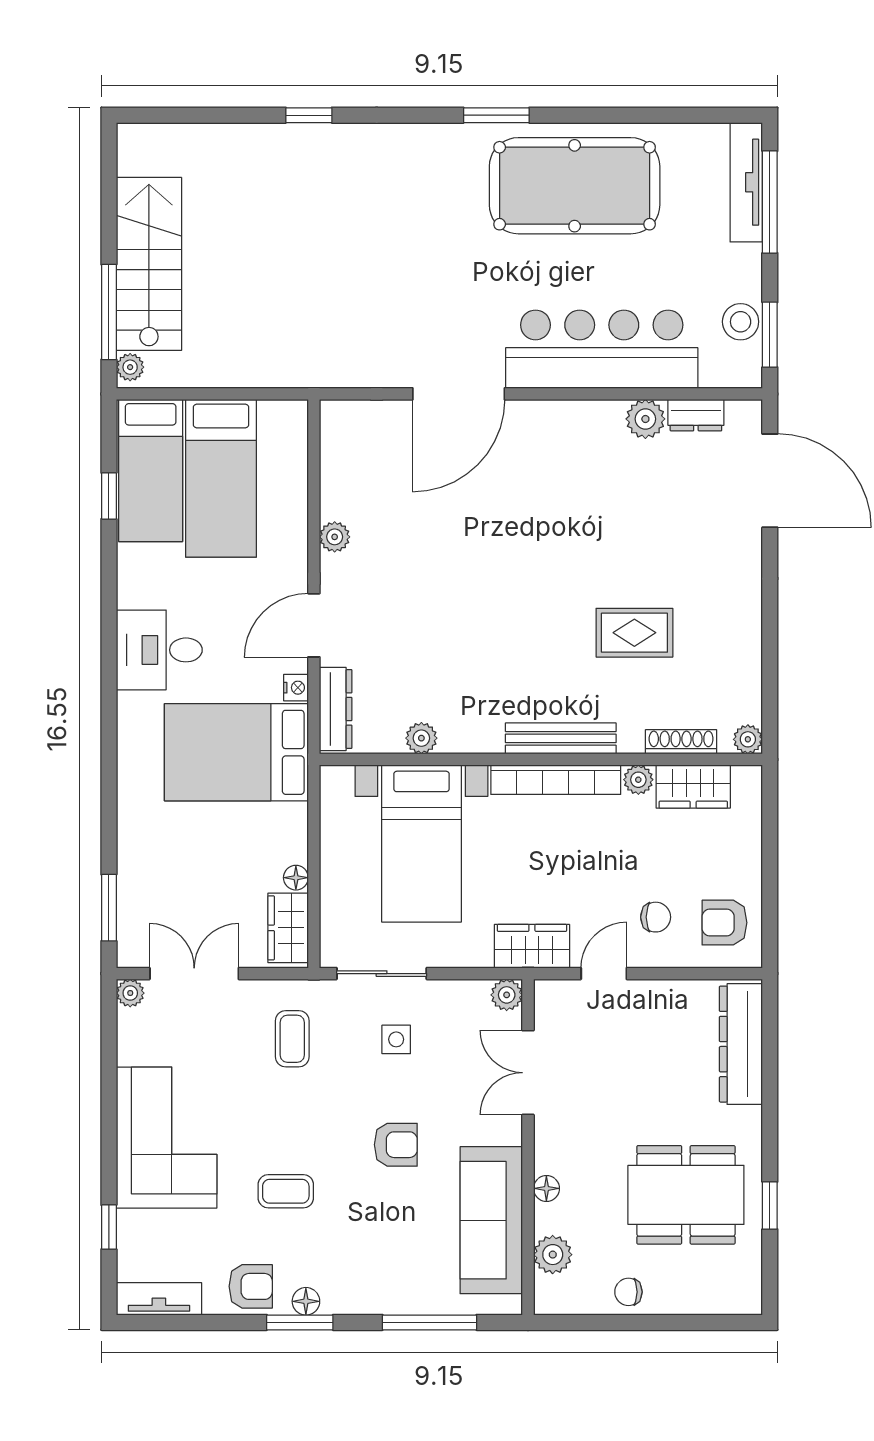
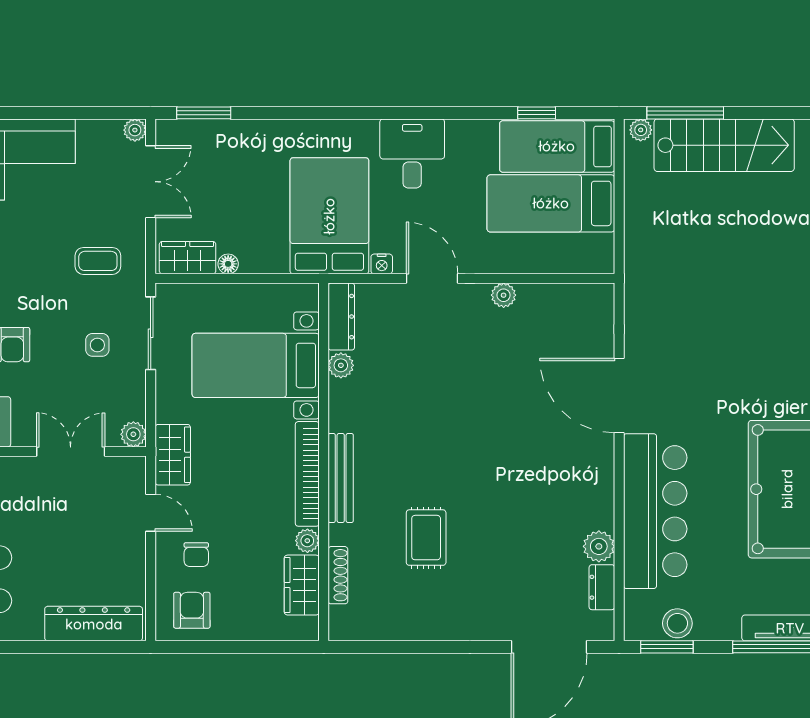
dresser: (336, 709) -> (341, 317), moved, turned -90
plant: (748, 739) -> (340, 629), removed

